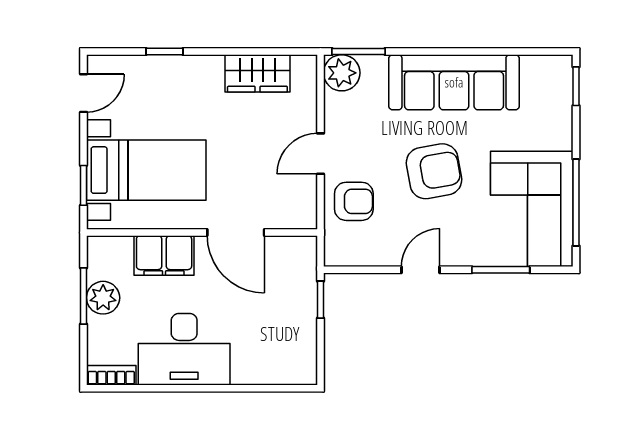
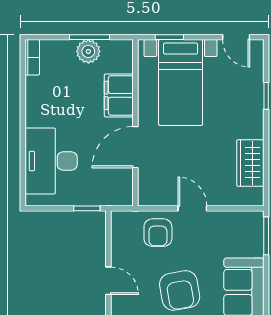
plant: (342, 73) -> (251, 224), removed
desk: (184, 349) -> (51, 161), moved

